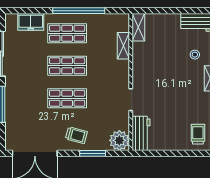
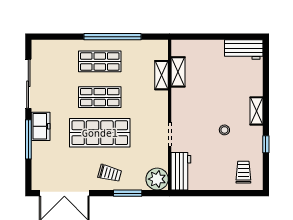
freezer: (31, 22) -> (41, 126), moved, turned -90
shelving: (138, 27) -> (178, 72), moved
stool: (195, 55) -> (224, 130), moved
shop shelf: (67, 98) -> (100, 133), width x1.43, depth x1.36

